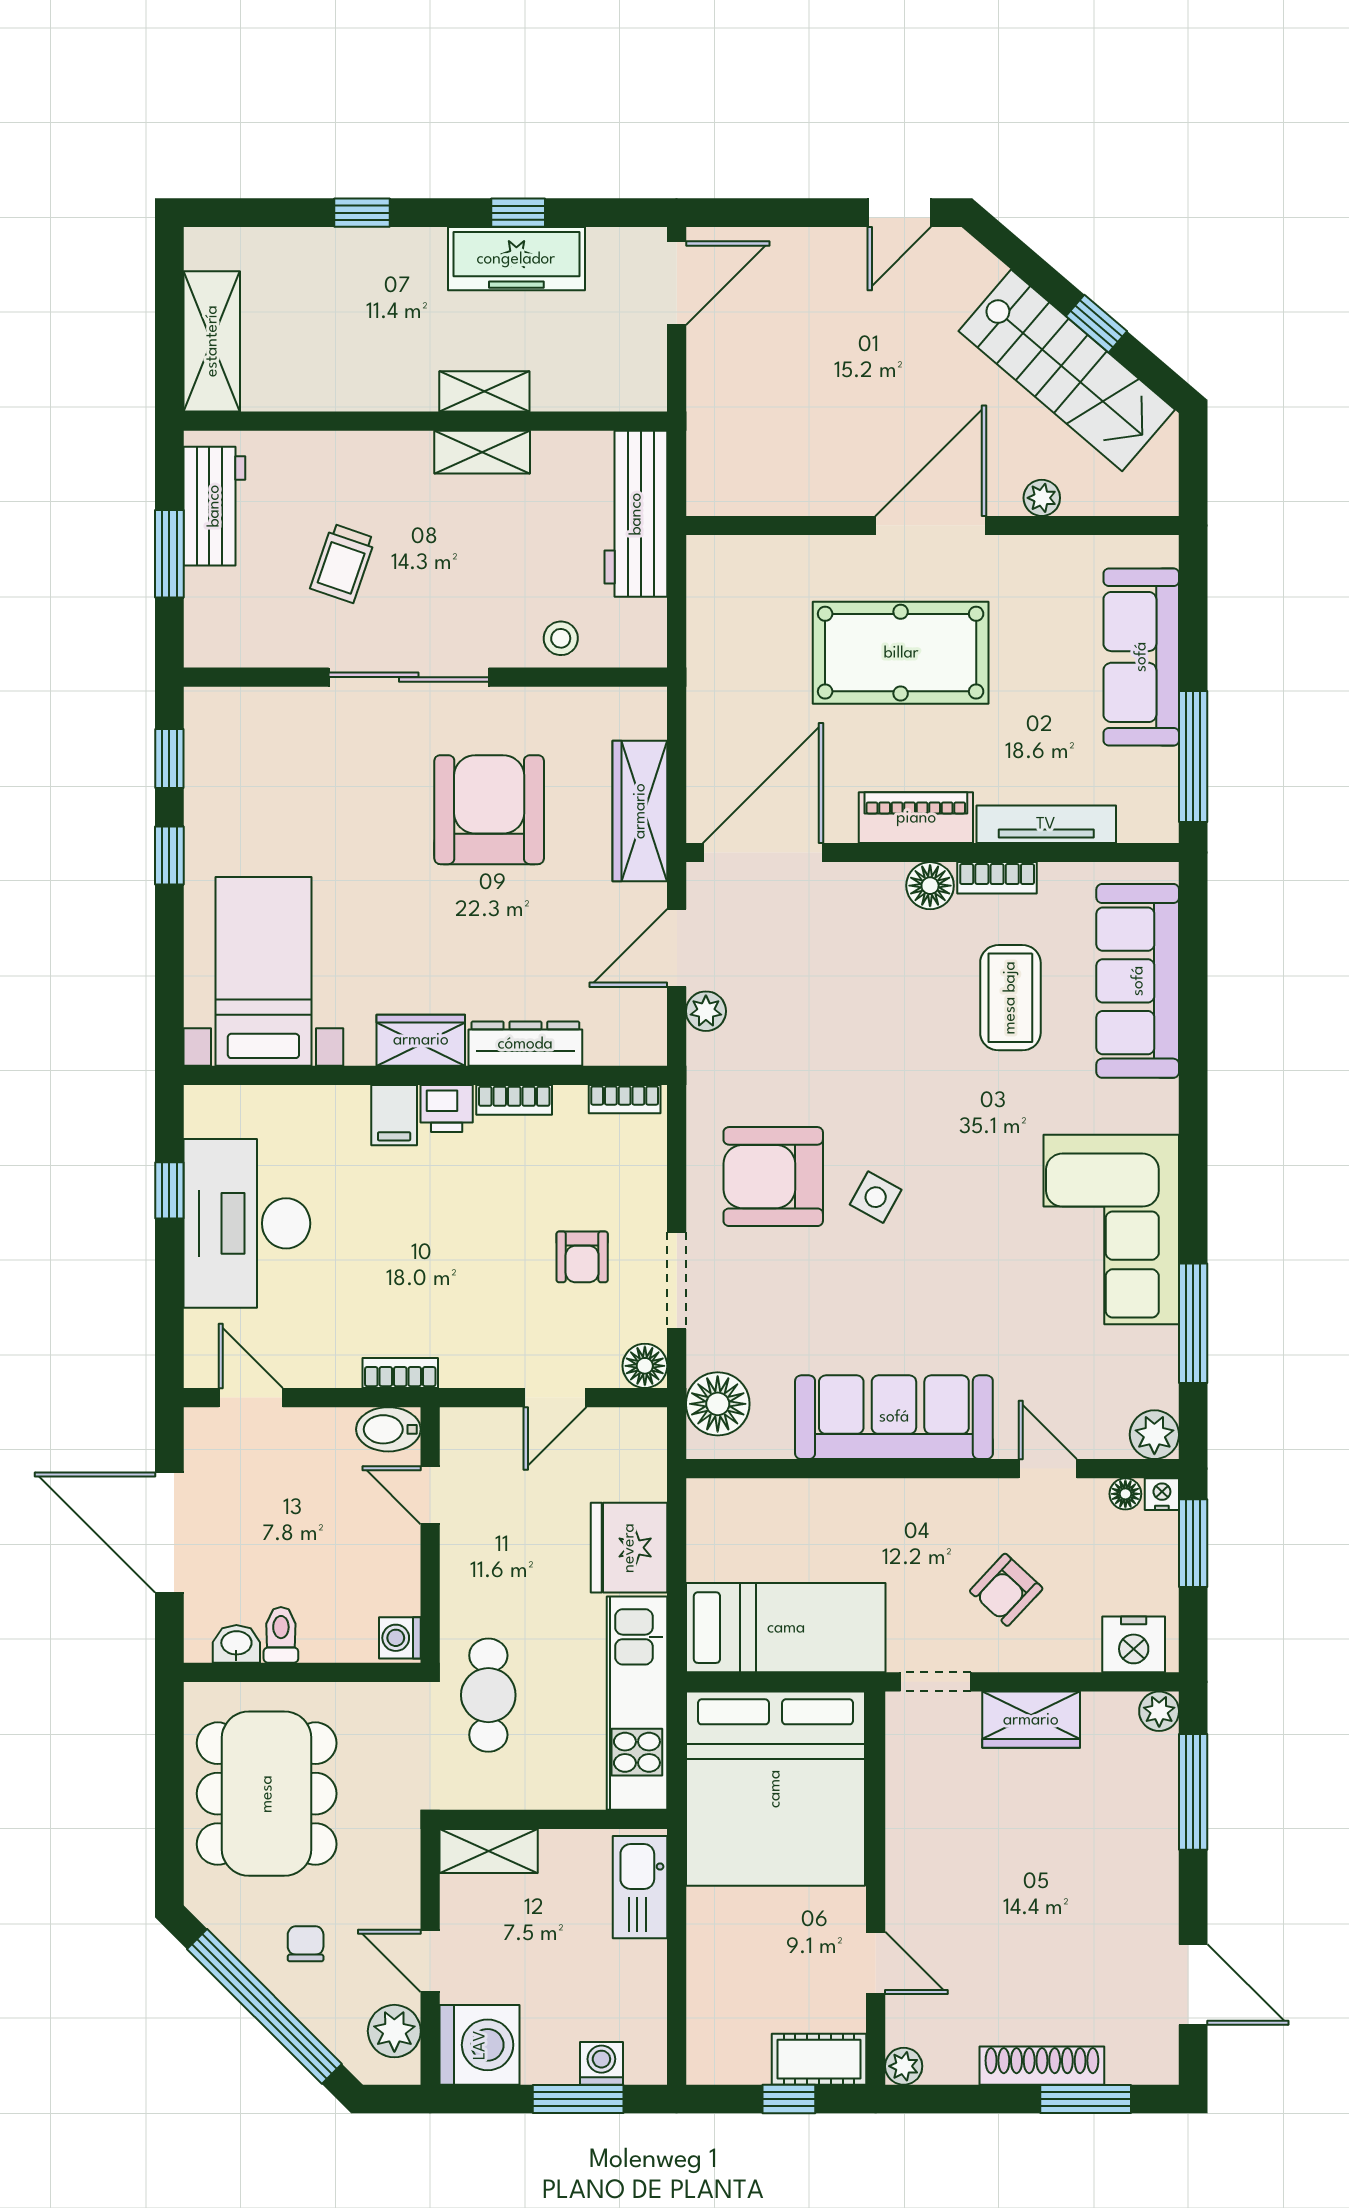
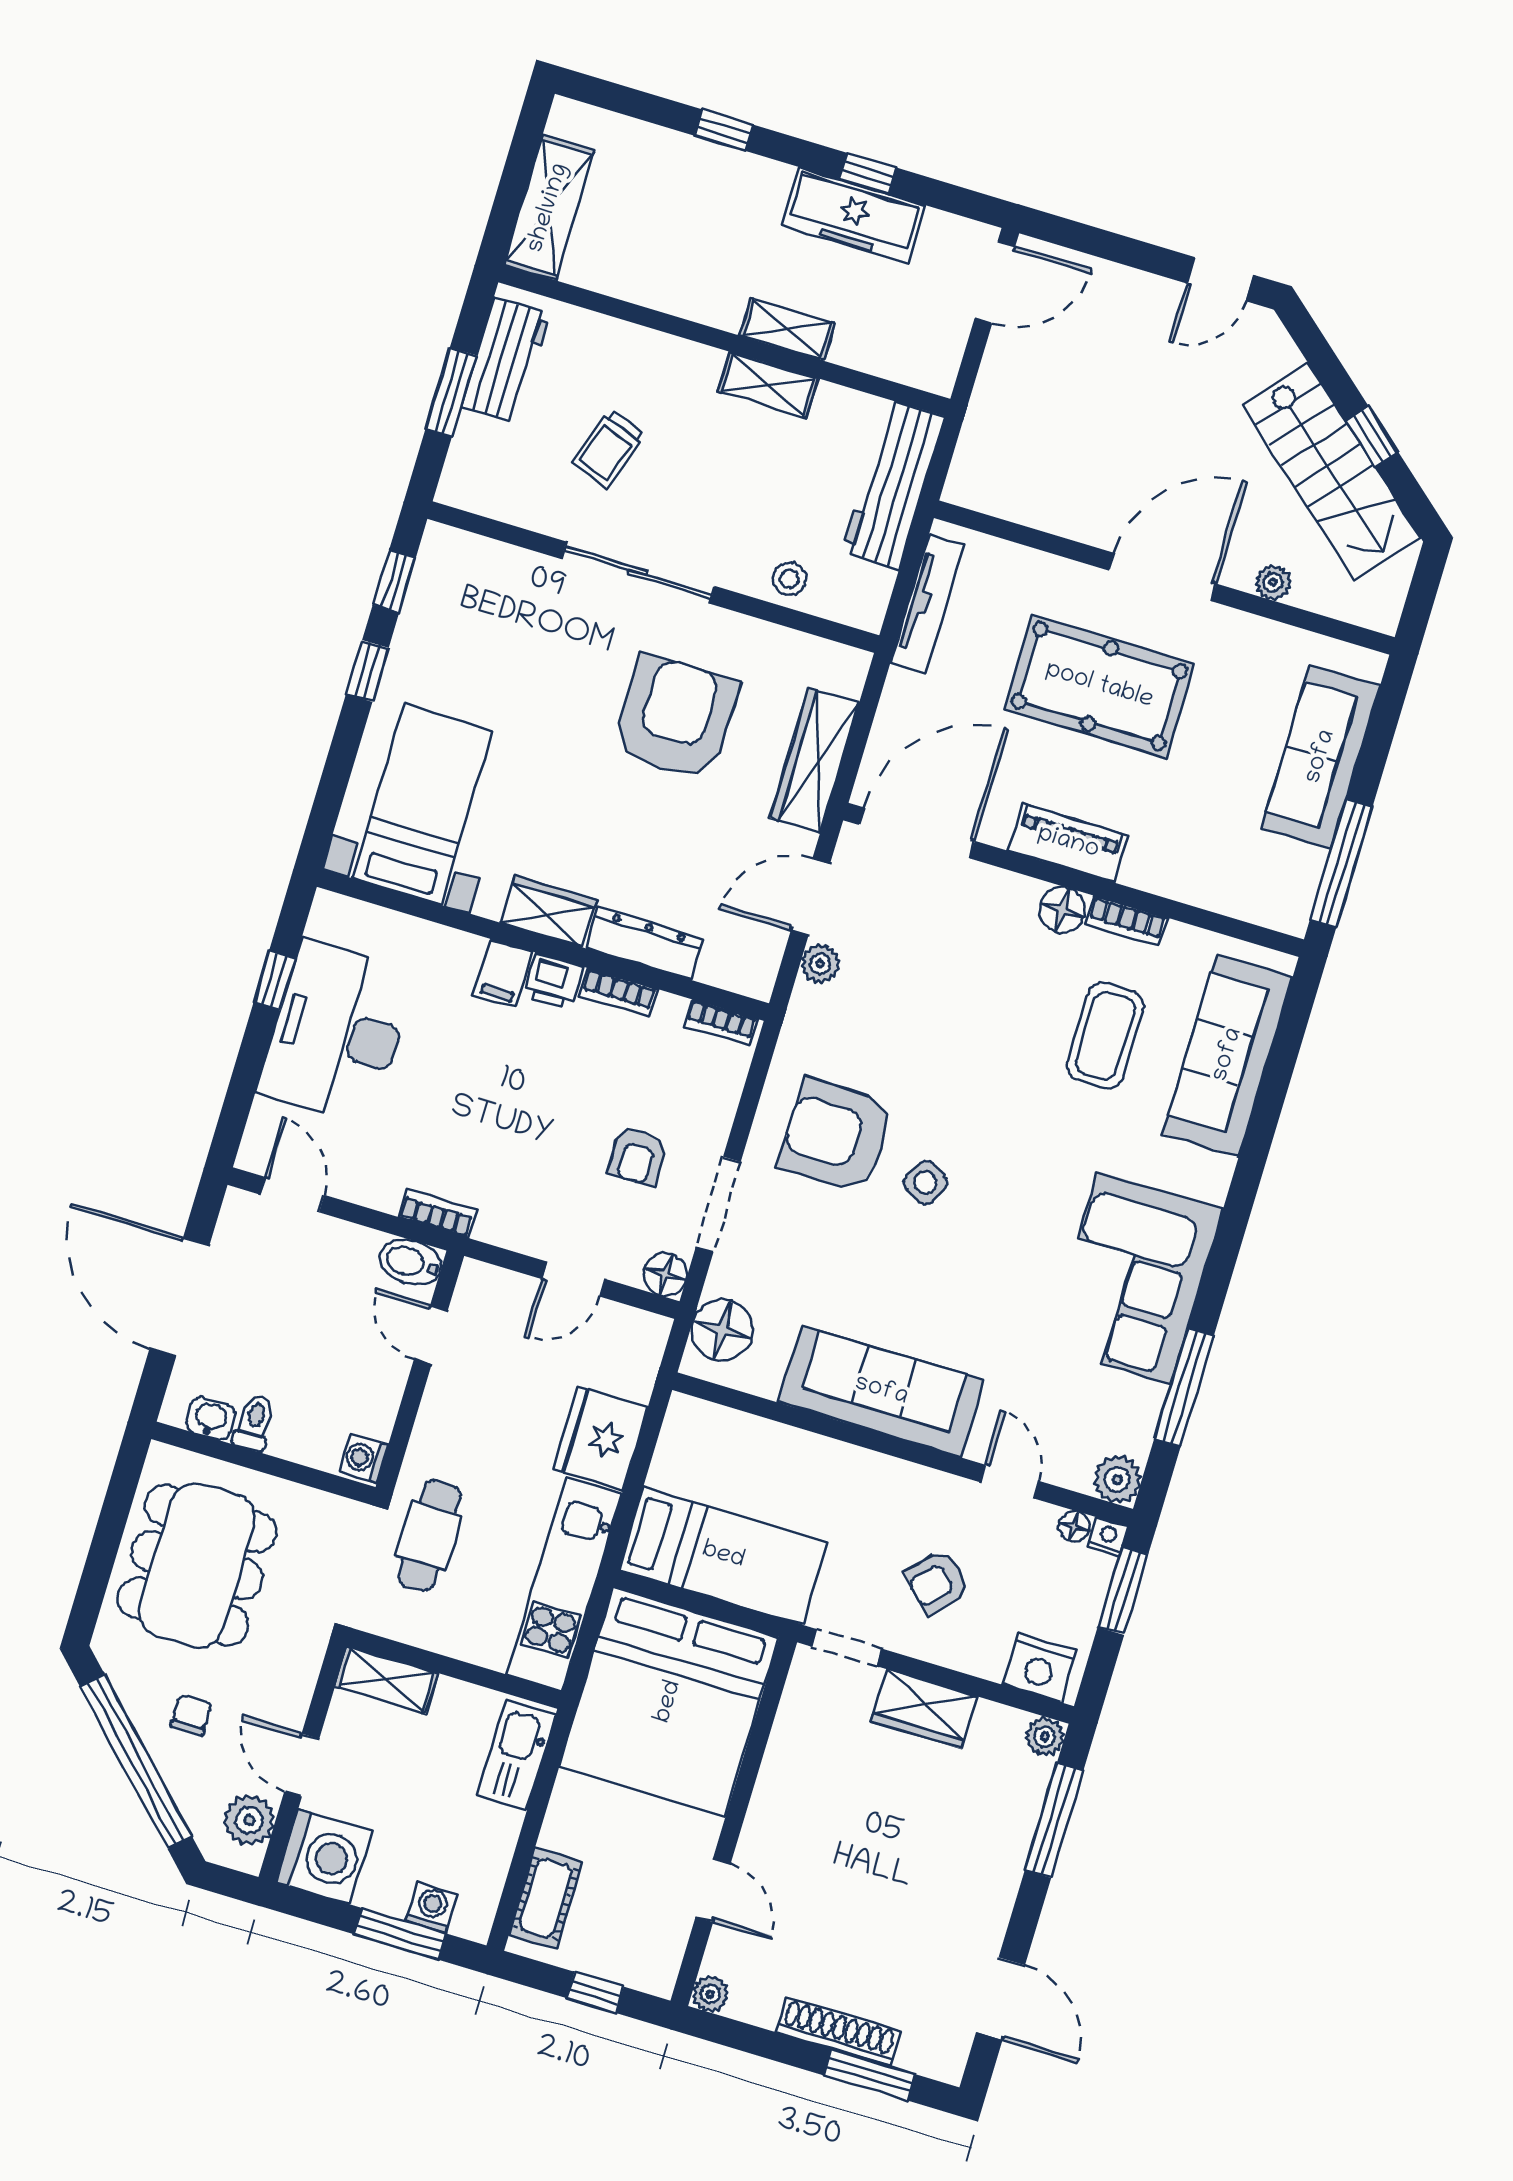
tv unit: (1046, 824) -> (927, 604), moved, turned 90
cot: (819, 2059) -> (545, 1898), moved, turned 90

